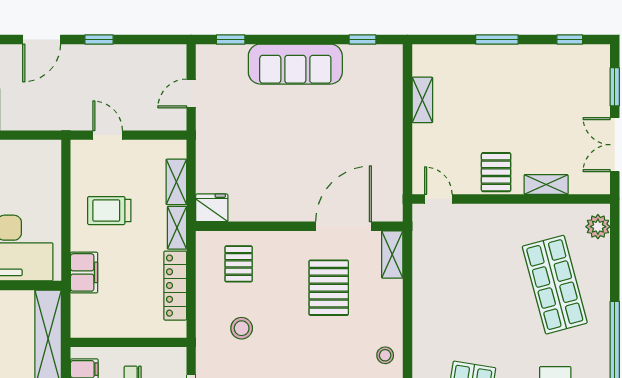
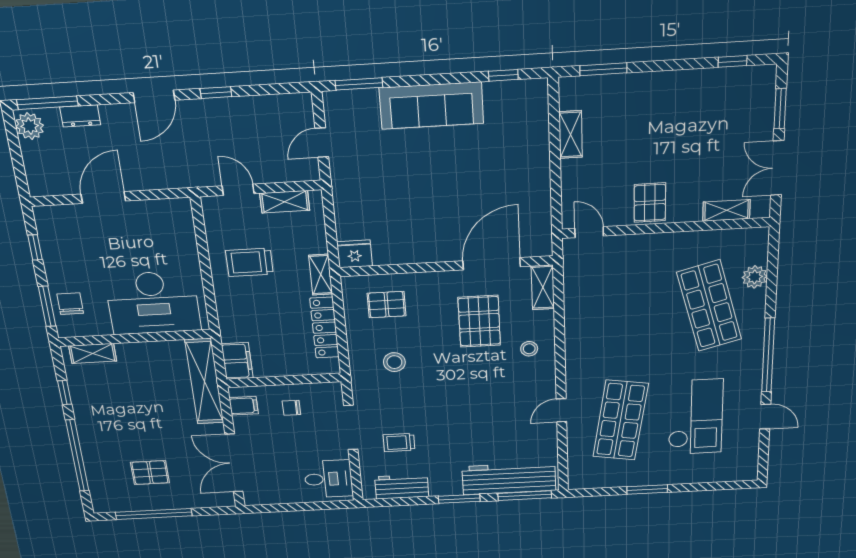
window: (231, 40) -> (359, 84), width x1.50
window: (497, 40) -> (603, 69), moved
shelving: (176, 182) -> (285, 202), moved, turned 90
shelving: (546, 184) -> (726, 210), moved
plant: (598, 227) -> (755, 277), moved
pallet: (239, 264) -> (387, 305), turned 90
filing cabinet: (84, 272) -> (237, 361), moved
stool: (385, 355) -> (529, 349), moved

